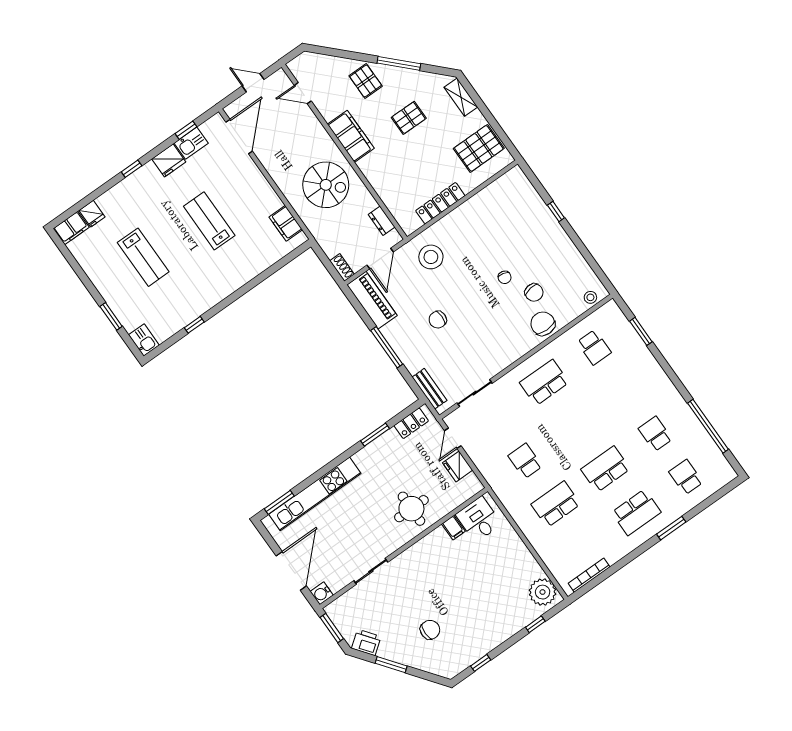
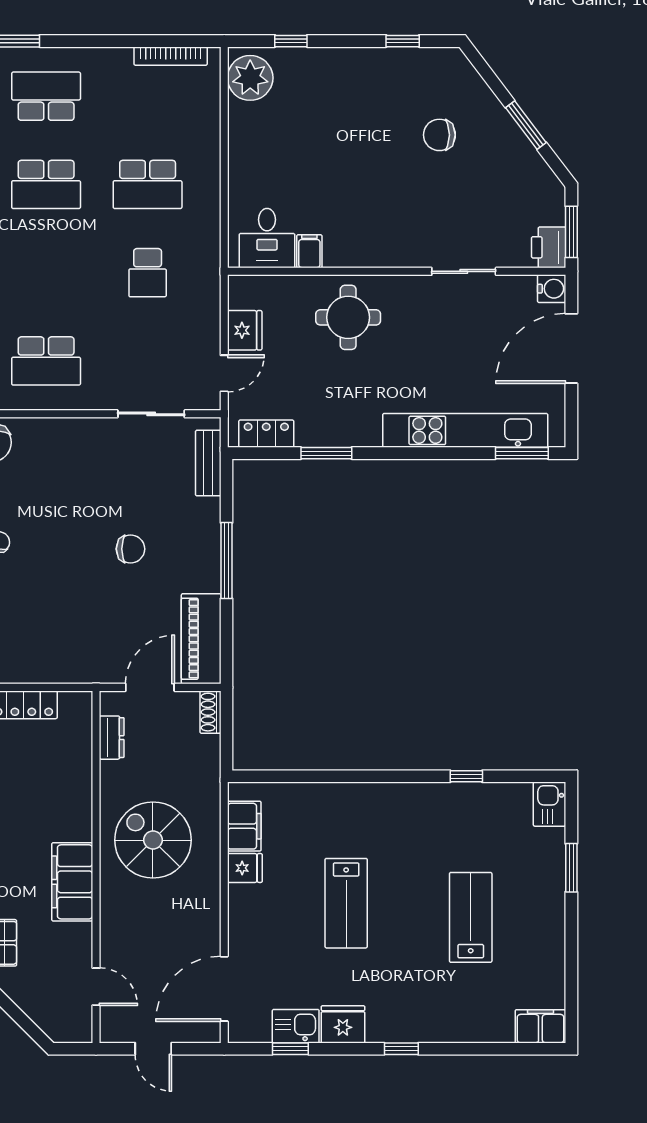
fridge: (92, 214) -> (245, 868), moved, turned 90
stool: (431, 257) -> (79, 641), removed
printer: (366, 642) -> (549, 247), moved, turned 37

